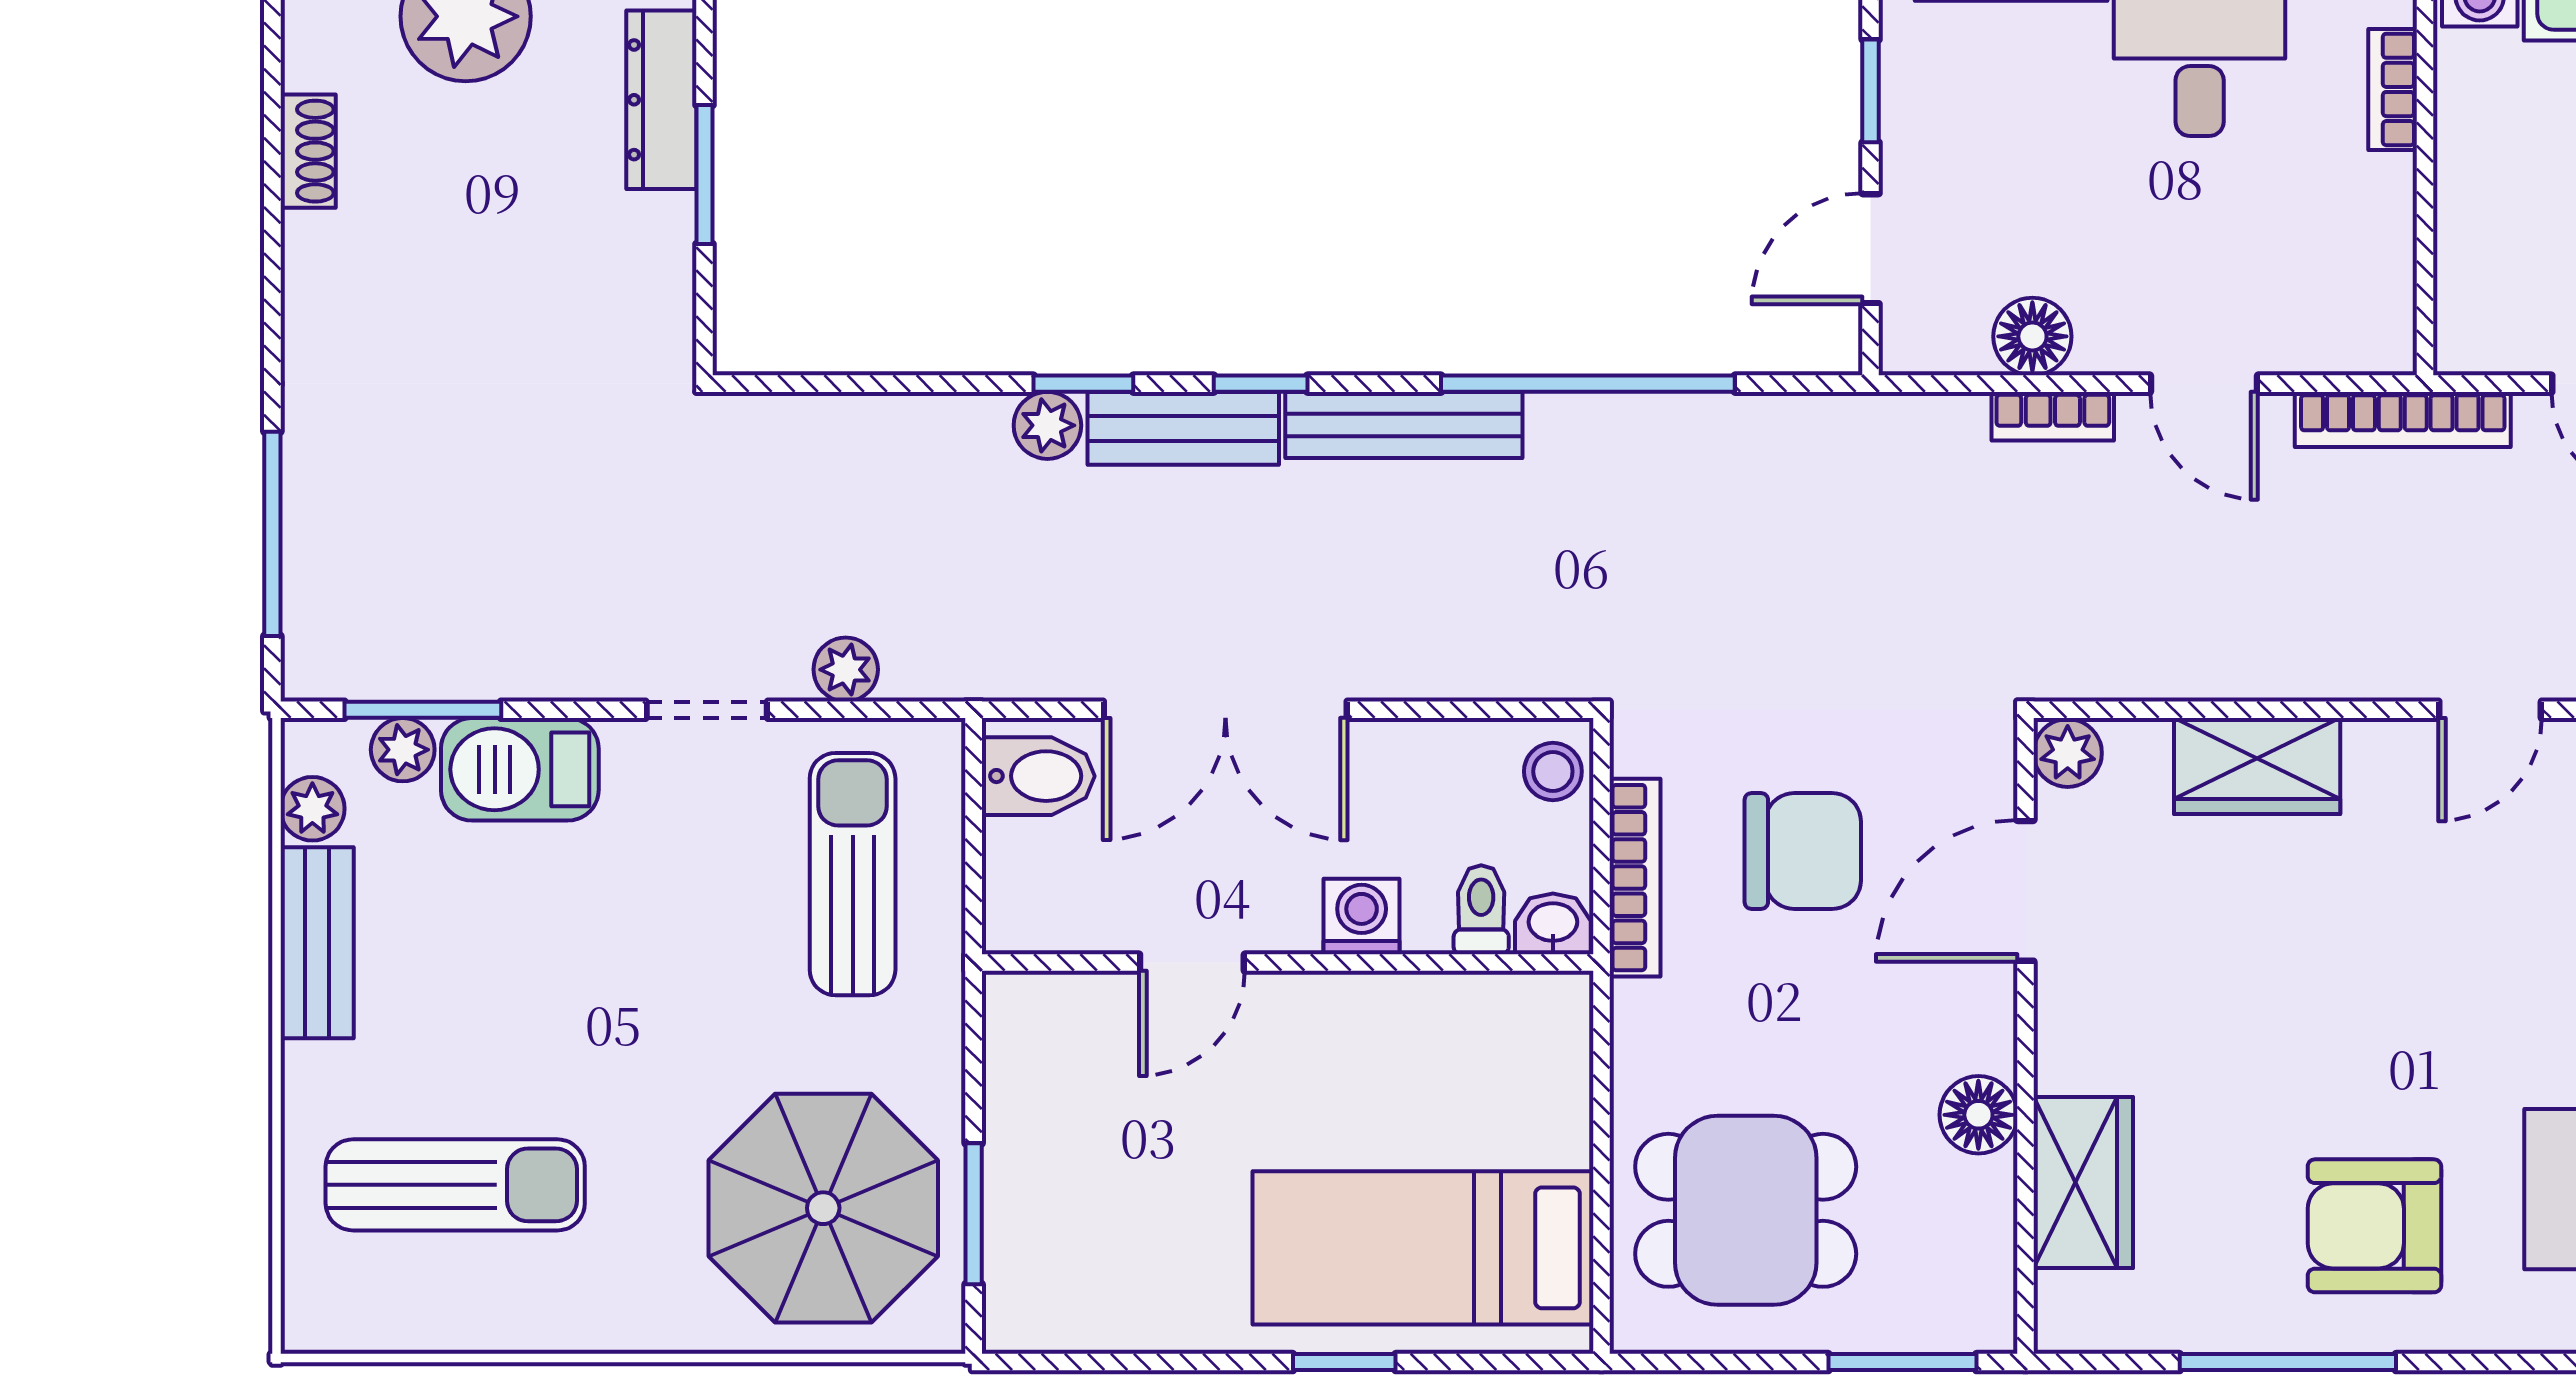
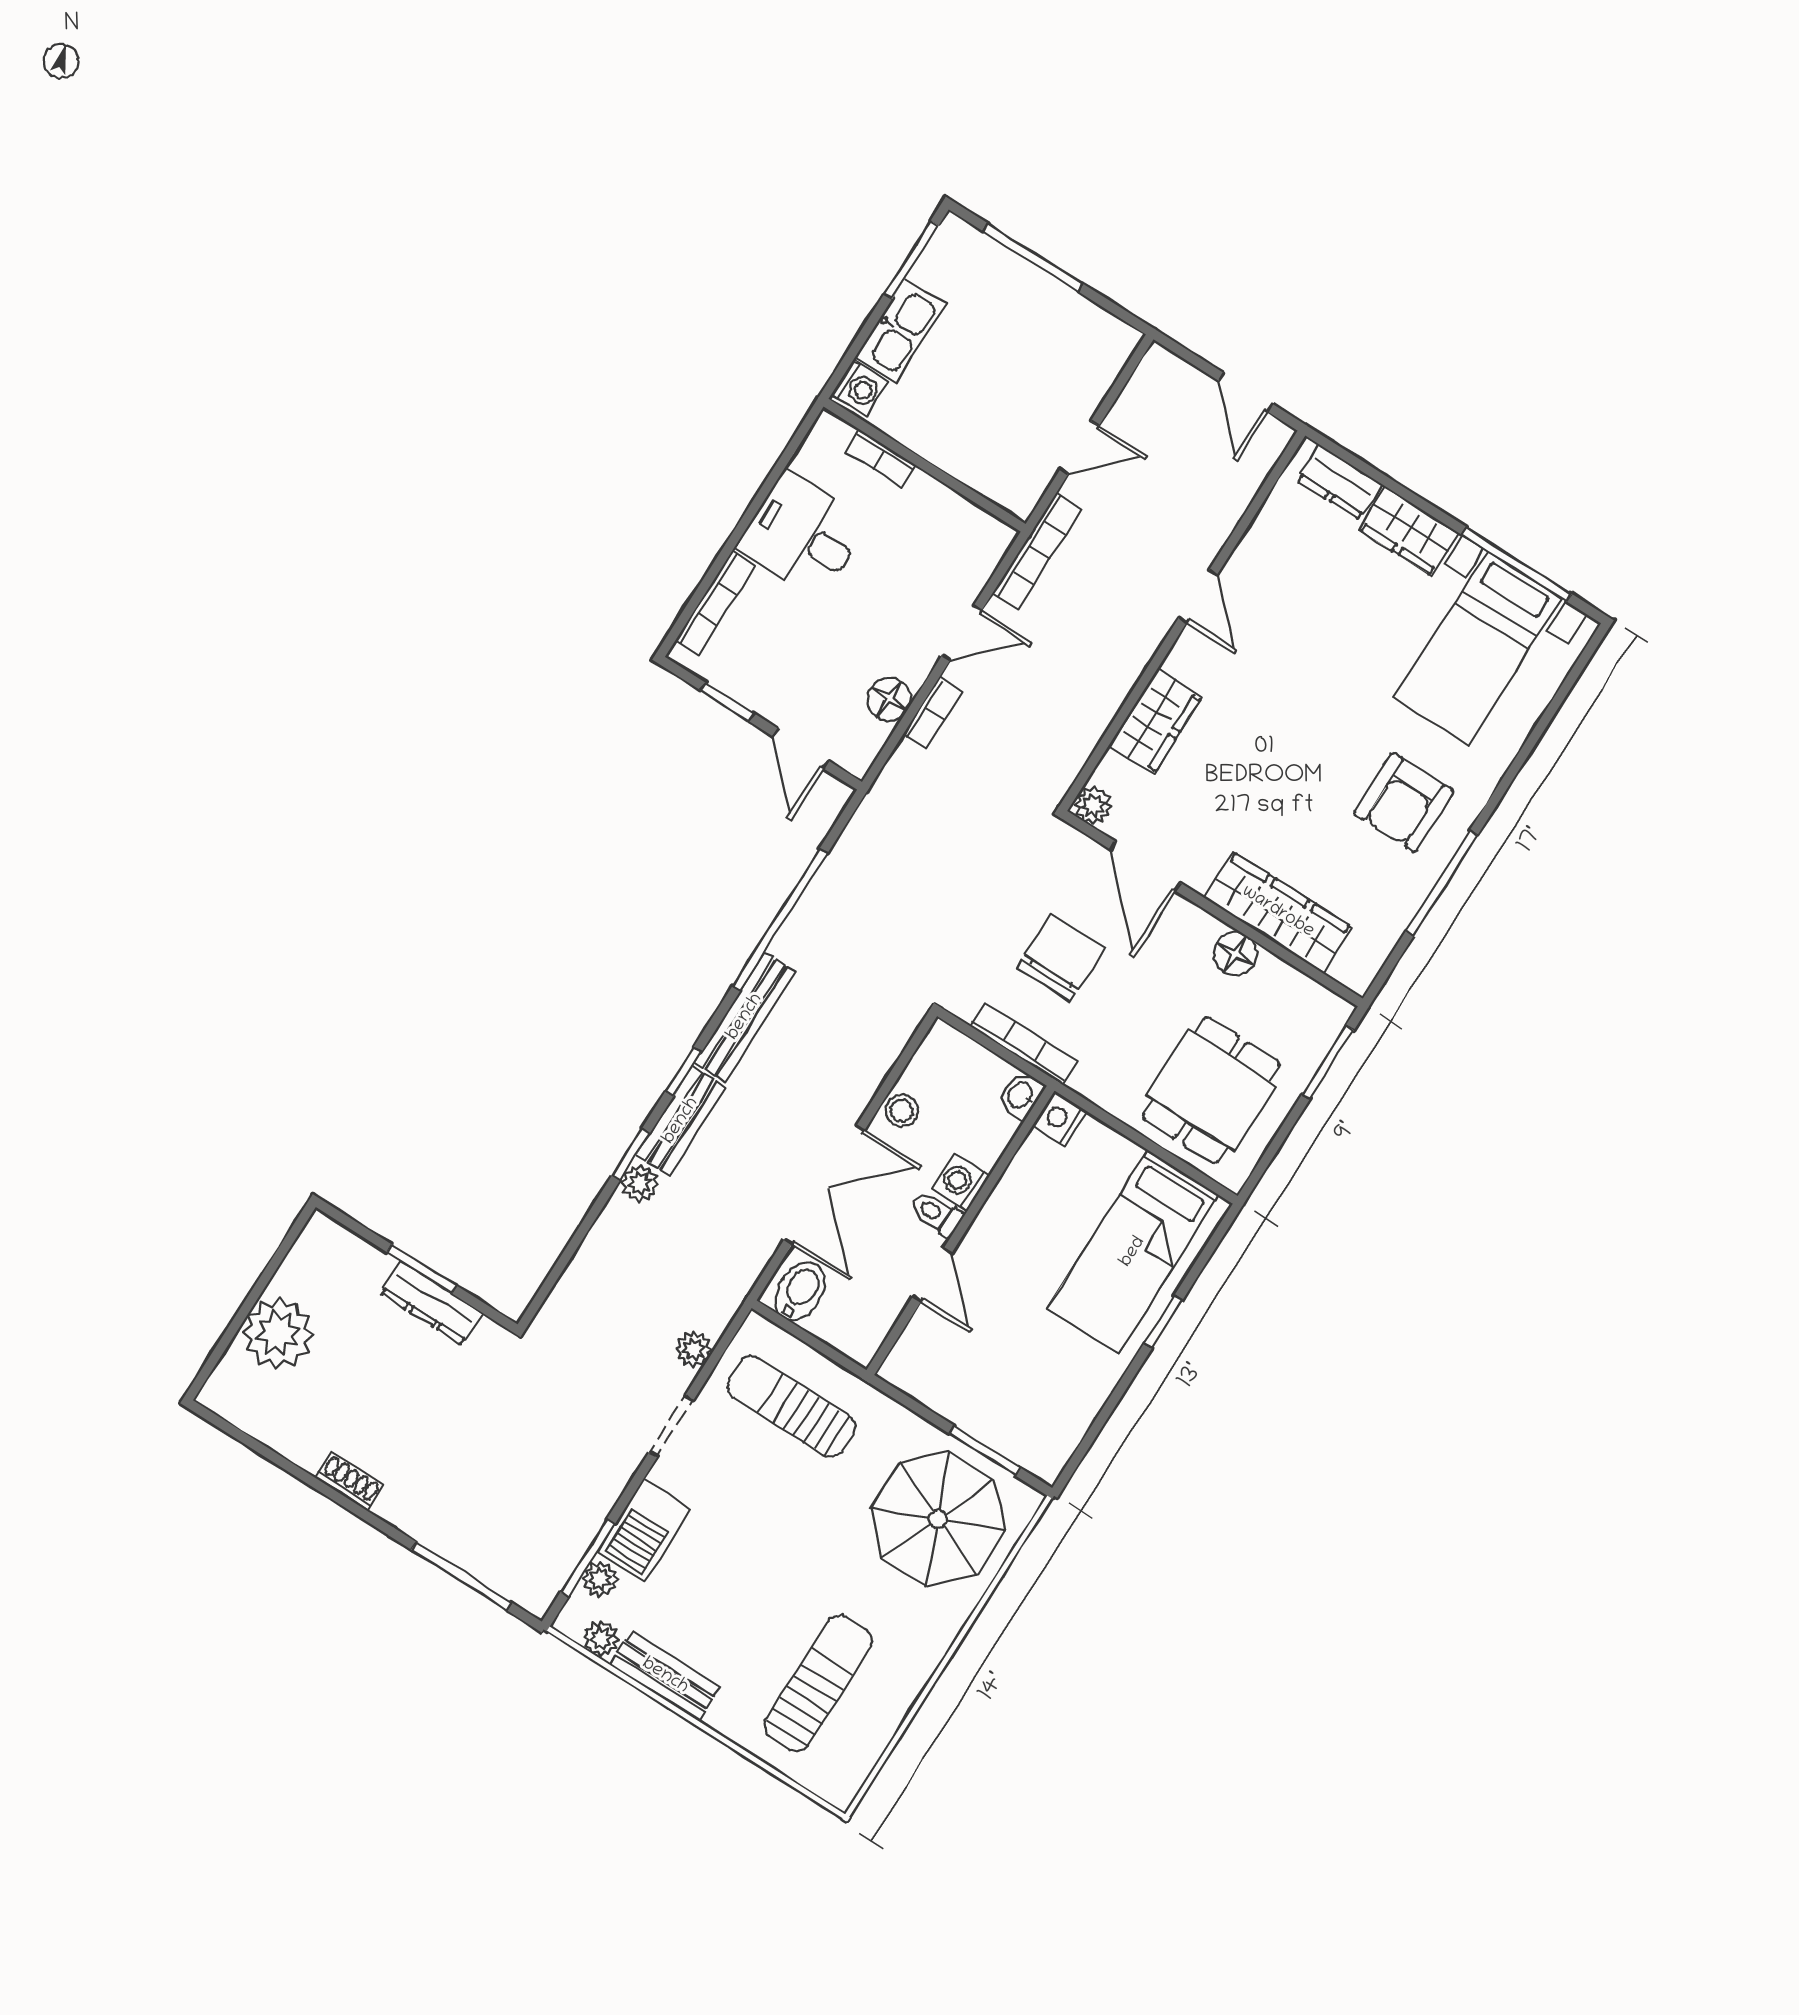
dresser: (661, 100) -> (431, 1303), moved
shoe rack: (308, 151) -> (350, 1482), moved
stool: (1553, 771) -> (902, 1110), moved
toilet: (1481, 910) -> (937, 1214), moved
nightstand: (1555, 1006) -> (1060, 1119), added
wardrobe: (2083, 1182) -> (1278, 912), width x1.50

